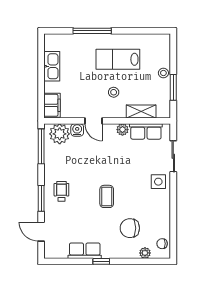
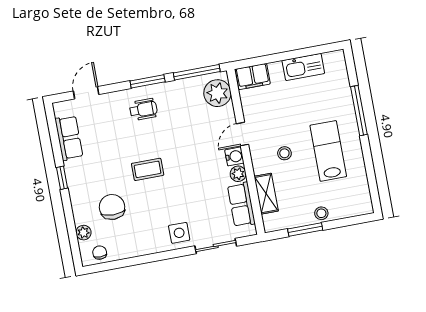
water cooler: (77, 130) -> (234, 156), moved
window: (41, 198) -> (148, 81), moved
row of seats: (85, 251) -> (69, 138), moved

